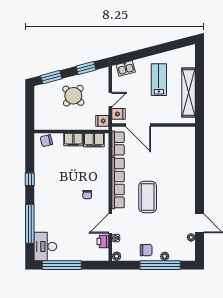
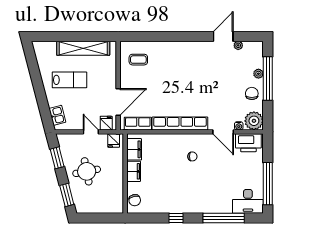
lab bench: (159, 80) -> (69, 80), turned 180
round table: (73, 96) -> (87, 171), turned 37
coffee table: (148, 197) -> (138, 60), moved, width x0.54, depth x0.58
printer: (103, 241) -> (248, 143), width x1.87, depth x1.48
plant: (117, 256) -> (254, 121), width x1.87, depth x1.87

